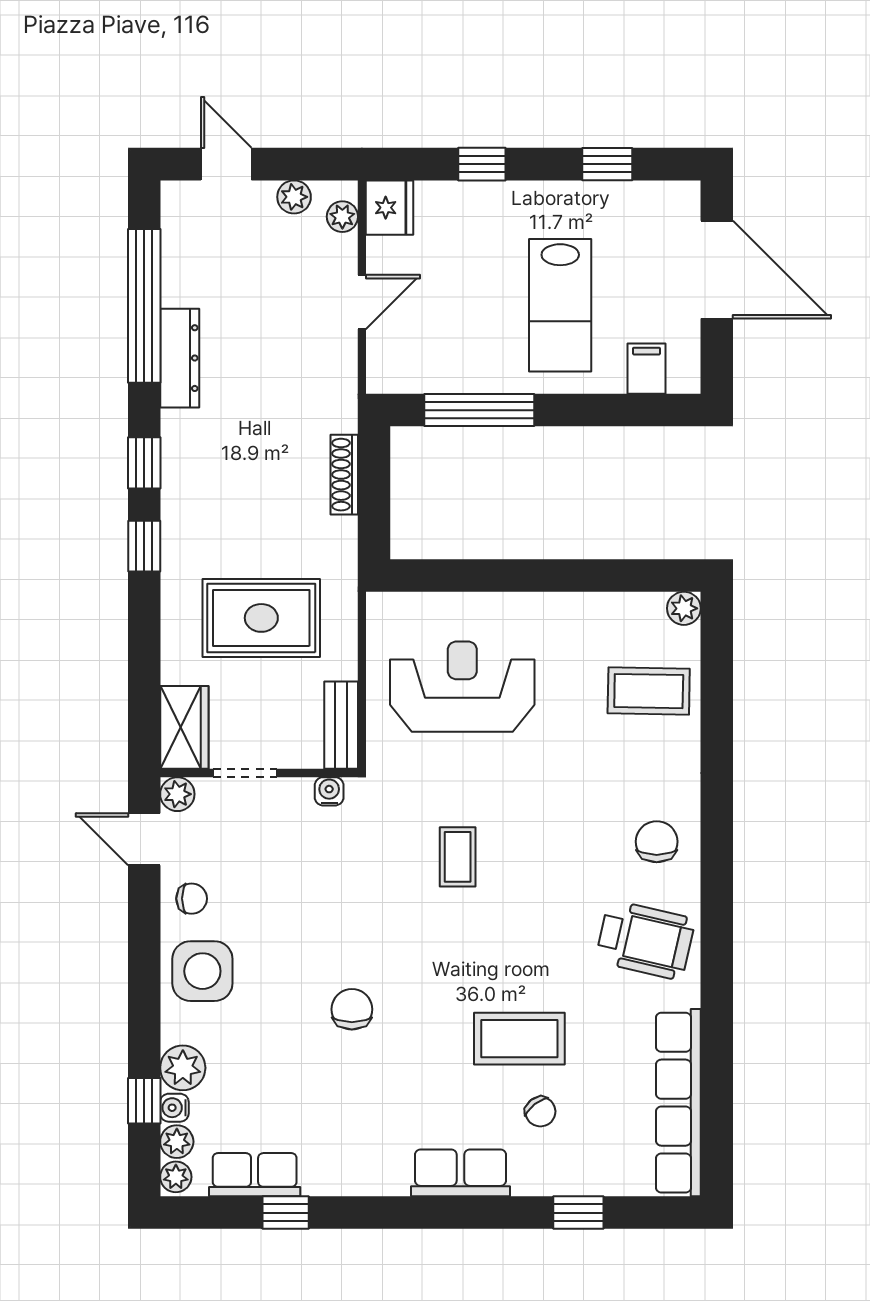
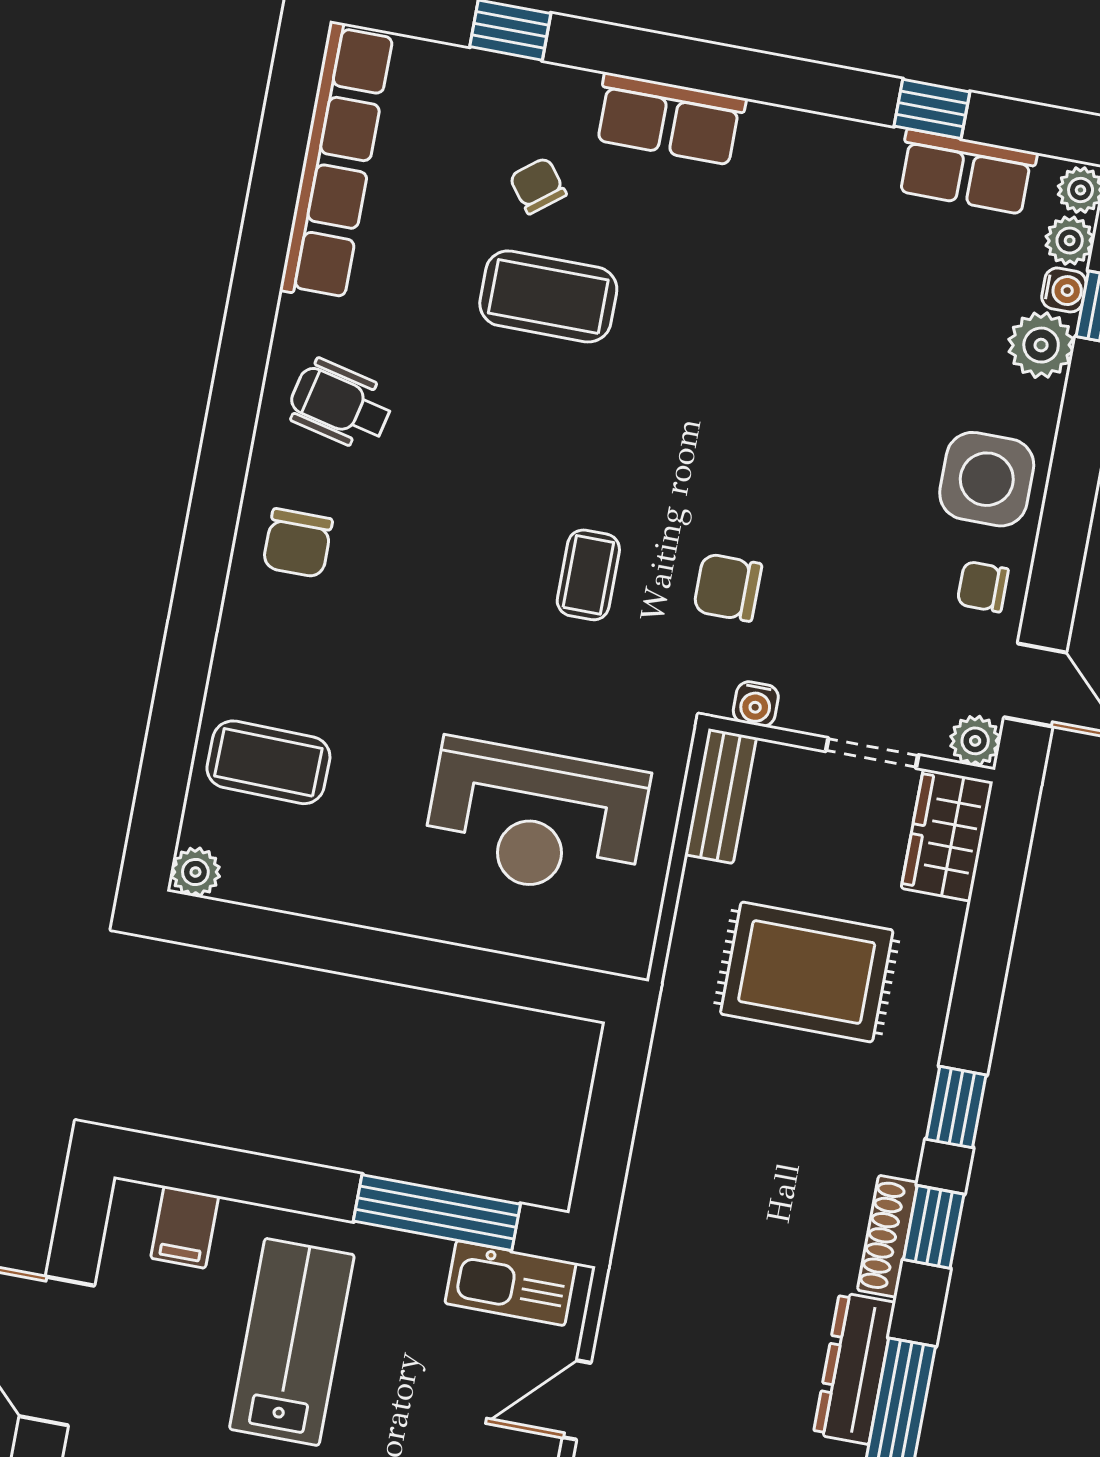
kitchen sink: (421, 372) -> (511, 1283), added
shoe rack: (344, 475) -> (888, 1236), moved, turned 180
wheelchair: (645, 940) -> (341, 405), width x0.73, depth x0.73
chair: (352, 1009) -> (728, 587), moved, turned 90

